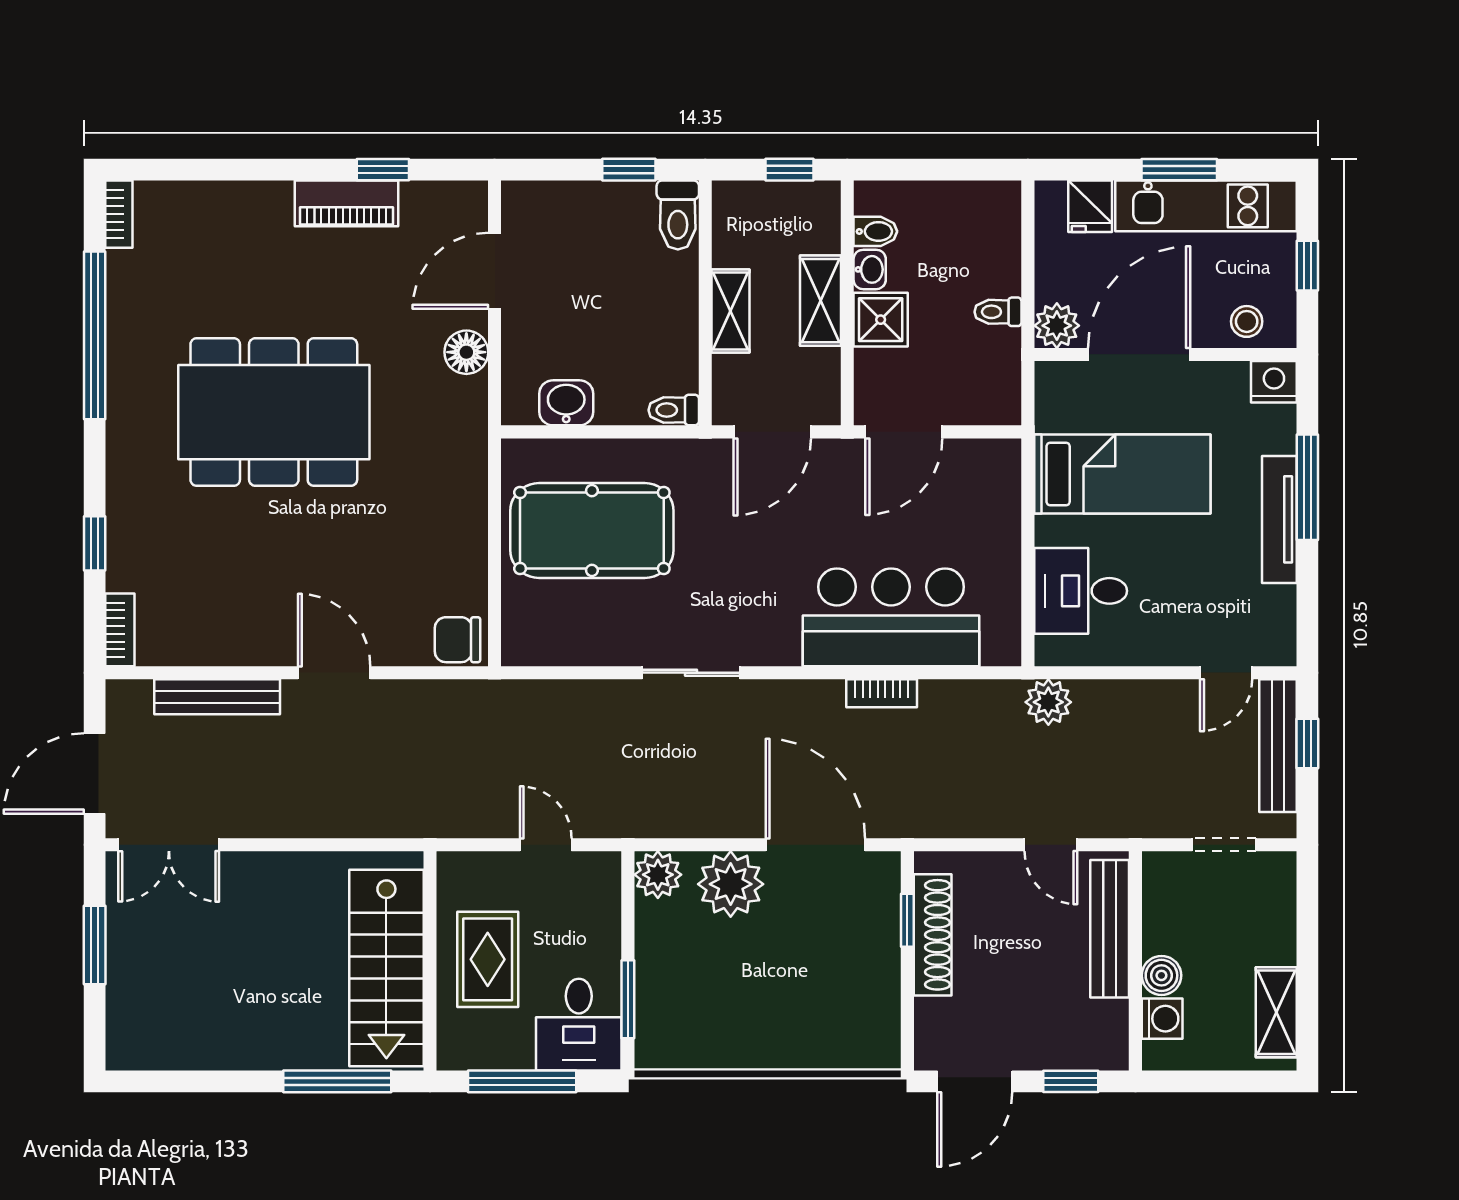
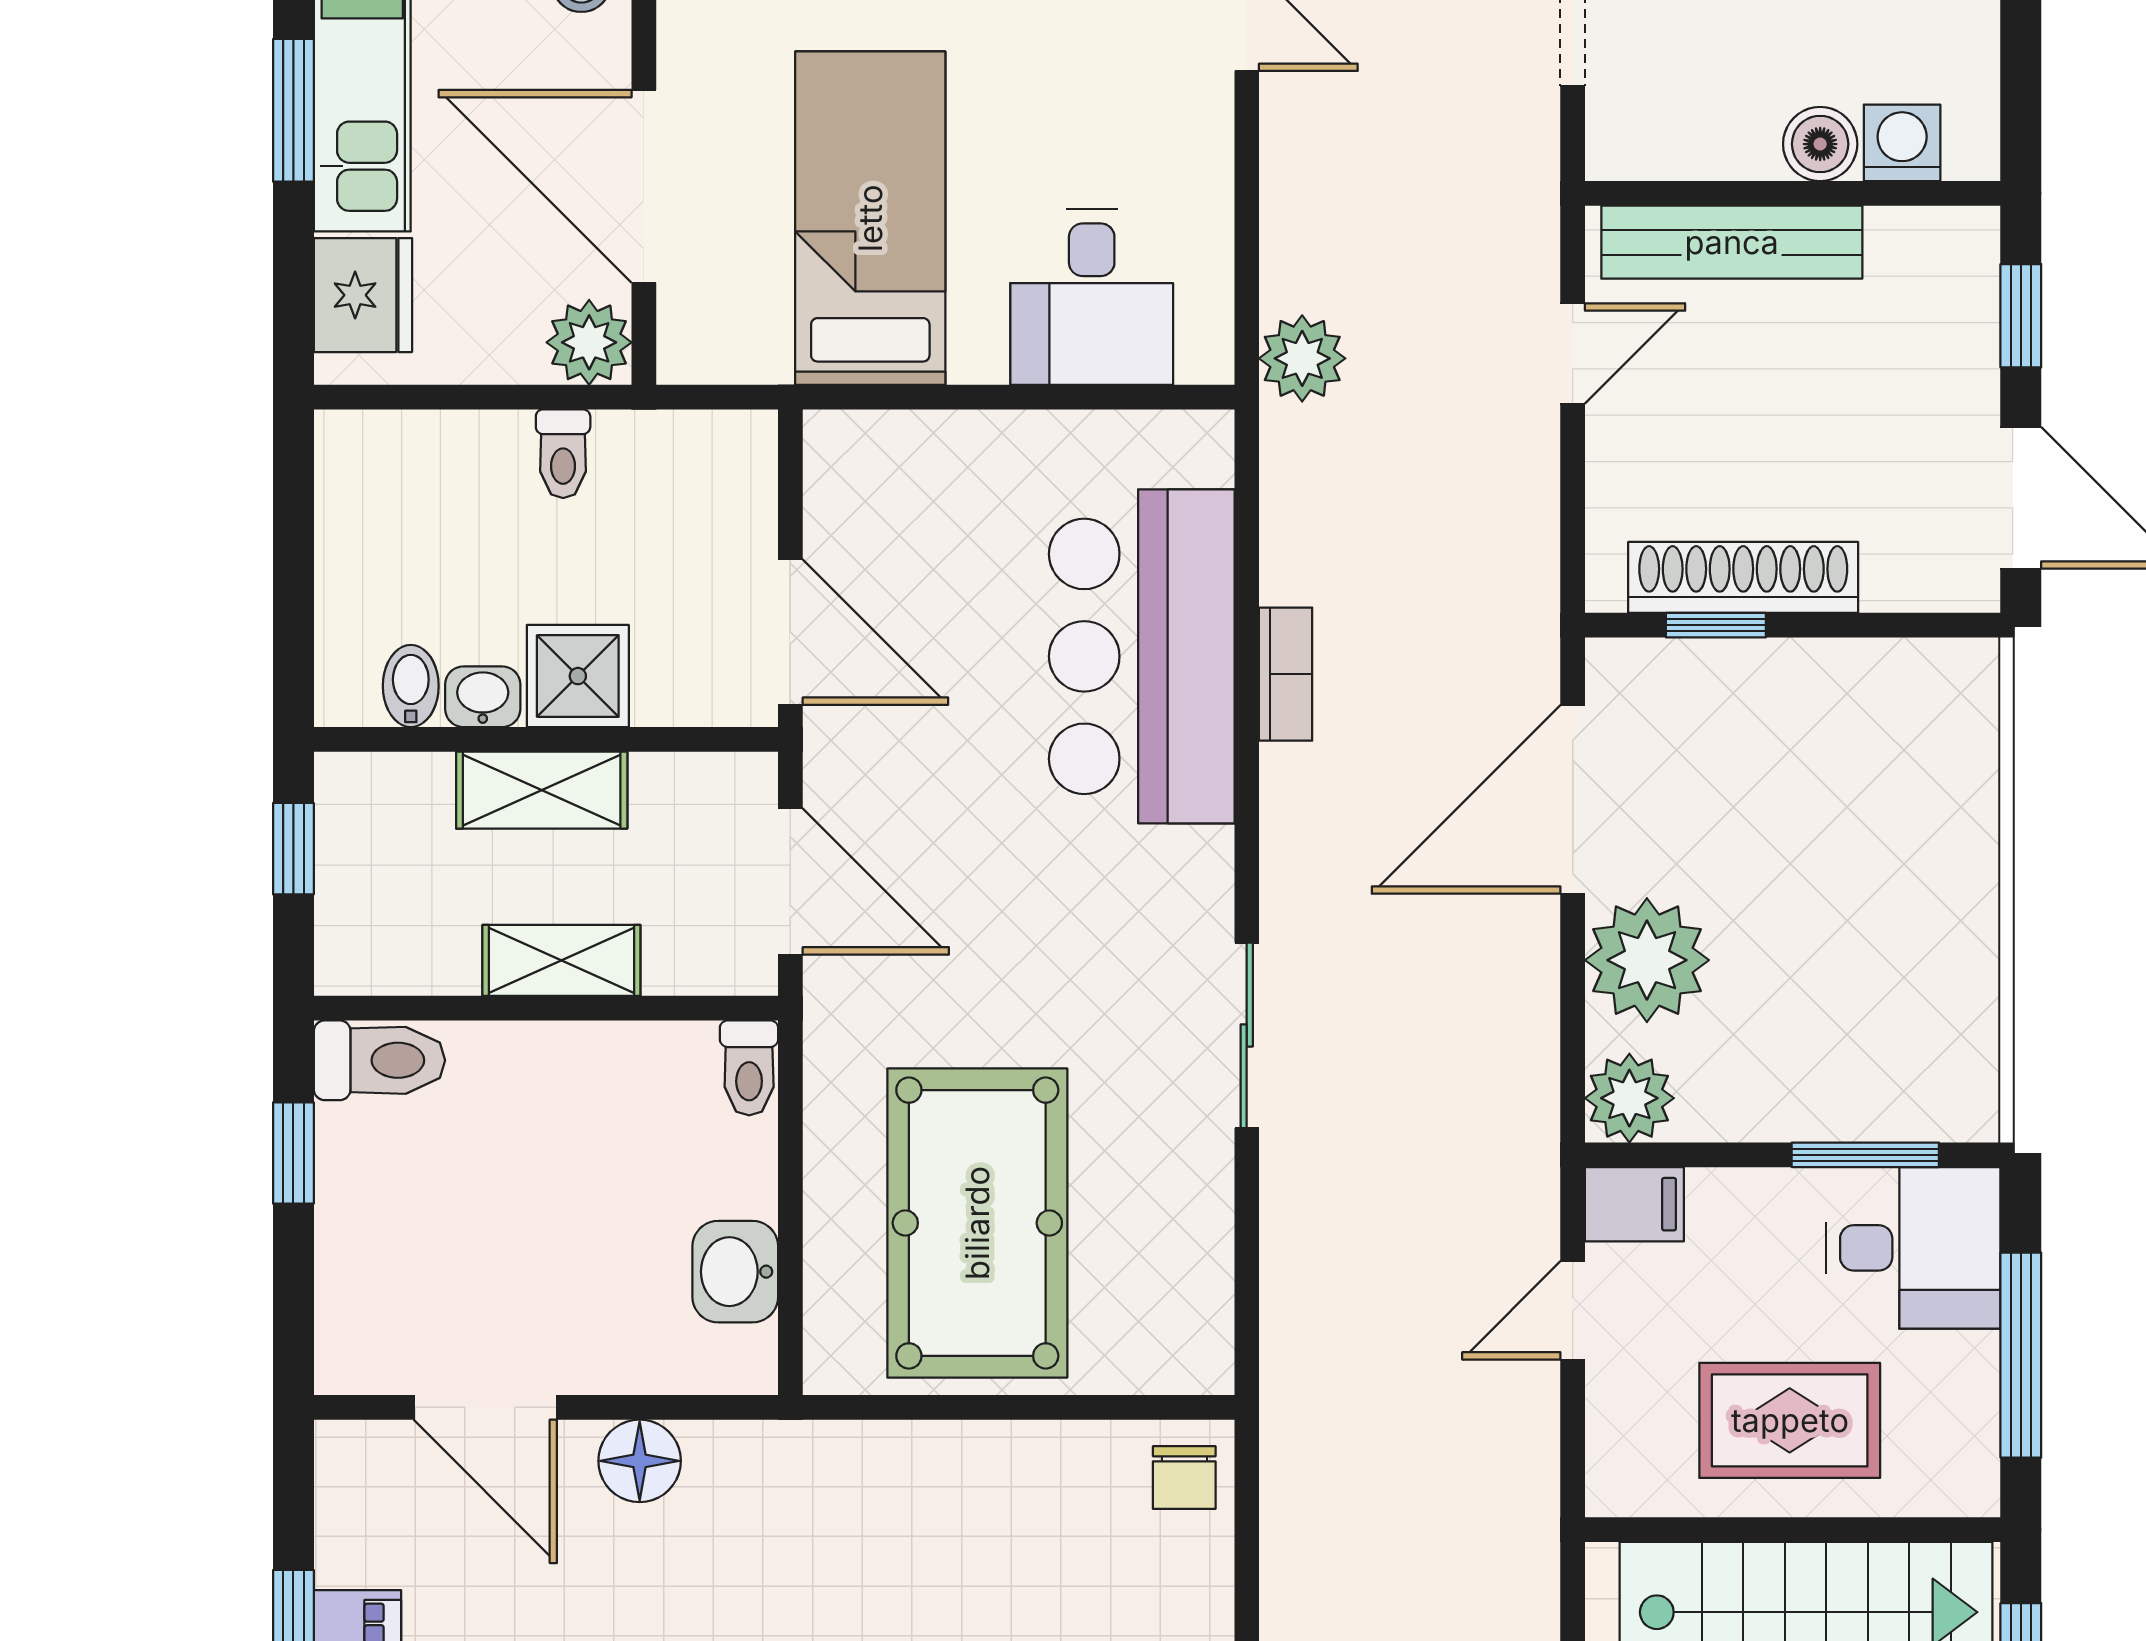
fridge: (1090, 206) -> (363, 295), width x1.38
chair: (458, 640) -> (1184, 1478), width x0.73, depth x0.73
filing cabinet: (602, 877) -> (1634, 1204), added

